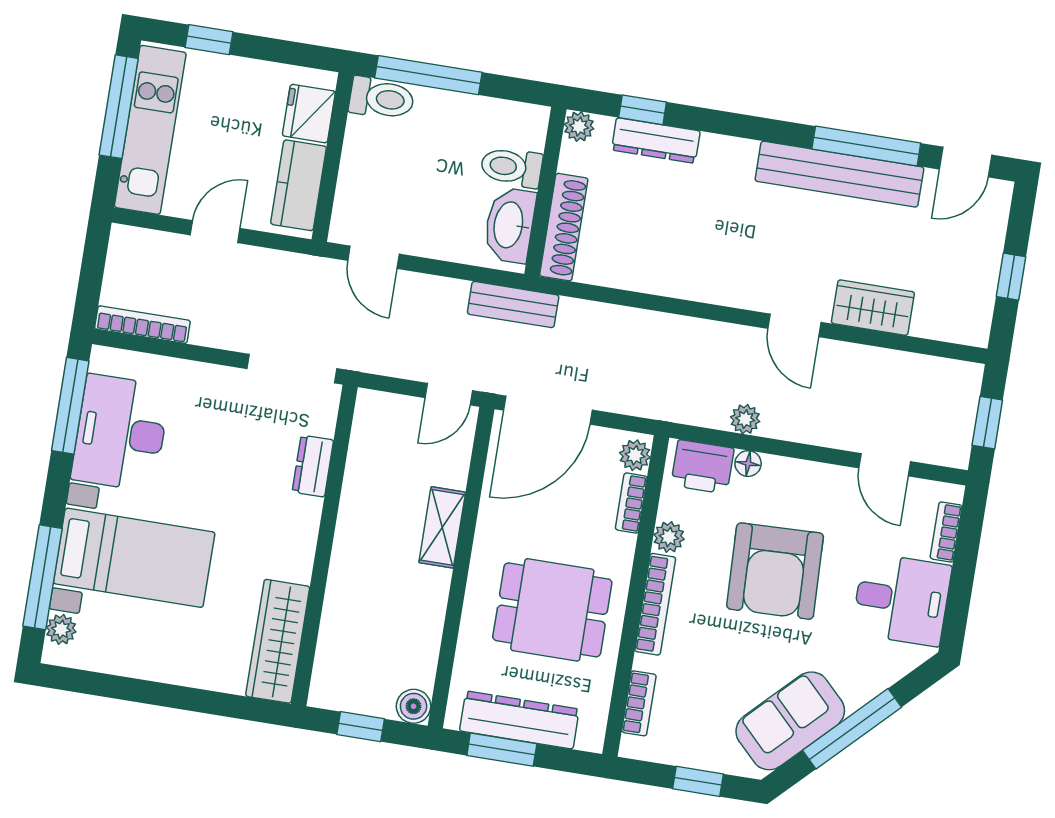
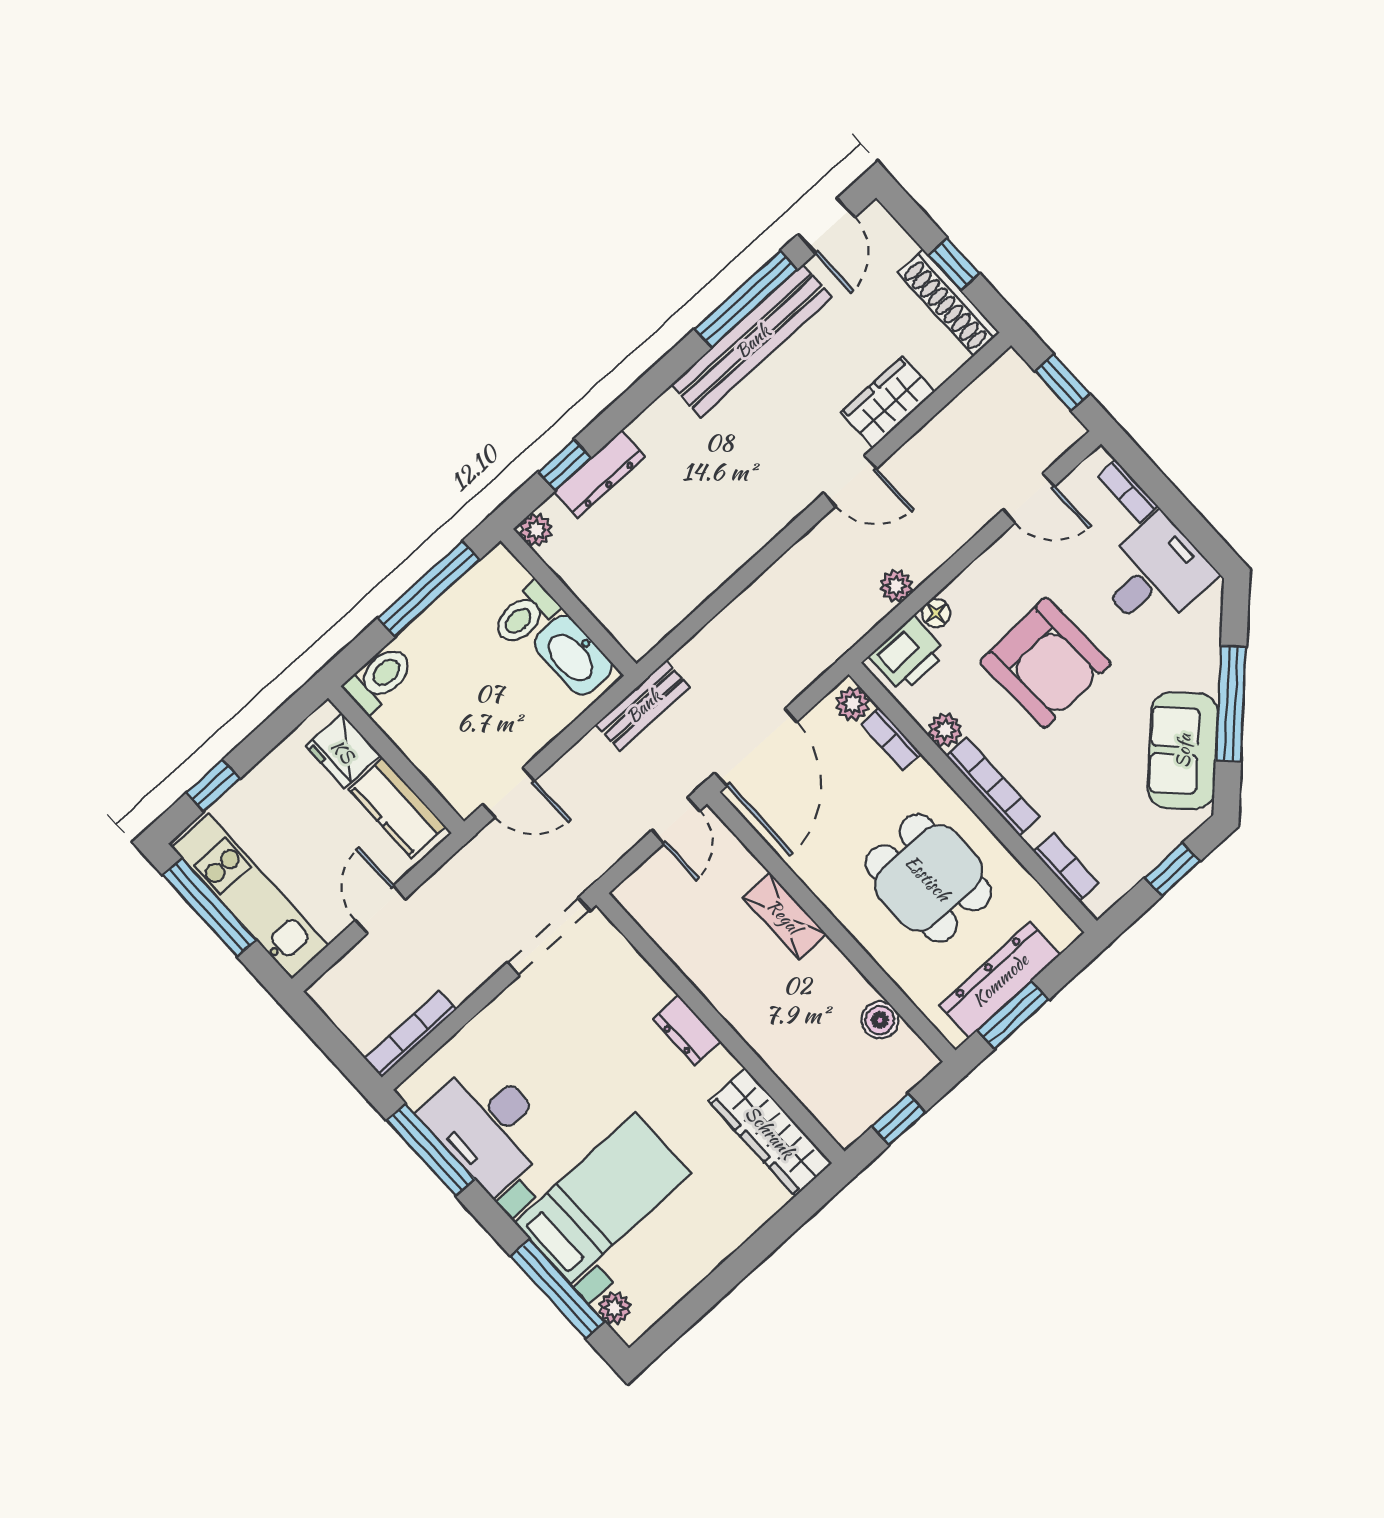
window: (428, 75) -> (429, 589), moved
shoe rack: (564, 227) -> (949, 303), moved, turned 180
dresser: (313, 466) -> (687, 1030), moved
dining table: (552, 610) -> (928, 878), turned 90
boiler: (414, 706) -> (880, 1020), moved

